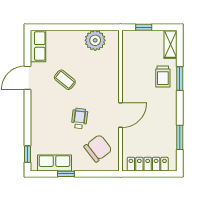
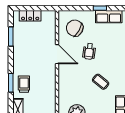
door: (121, 115) -> (57, 54), swing flipped
chair: (98, 148) -> (75, 28), turned 68
locker: (148, 164) -> (30, 16), width x0.66

